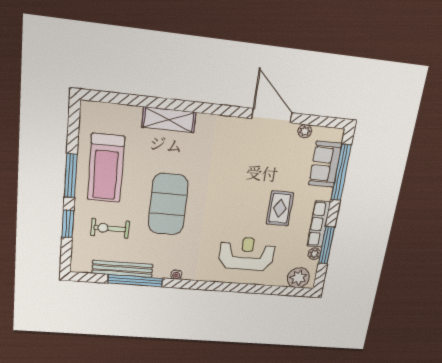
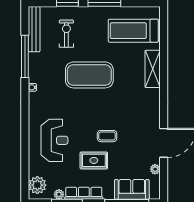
treadmill: (106, 168) -> (133, 31), moved
coffee table: (251, 189) -> (107, 136), added
bench: (122, 269) -> (34, 29), moved

